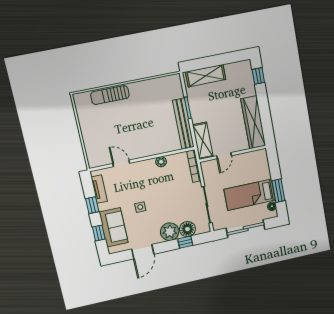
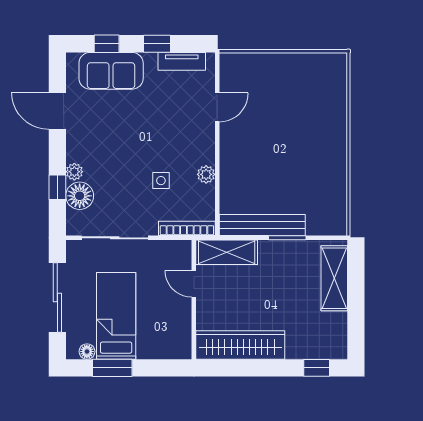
sun lounger: (110, 95) -> (334, 113), removed
side table: (140, 207) -> (161, 181), moved
plant: (170, 232) -> (74, 172), width x0.53, depth x0.53

